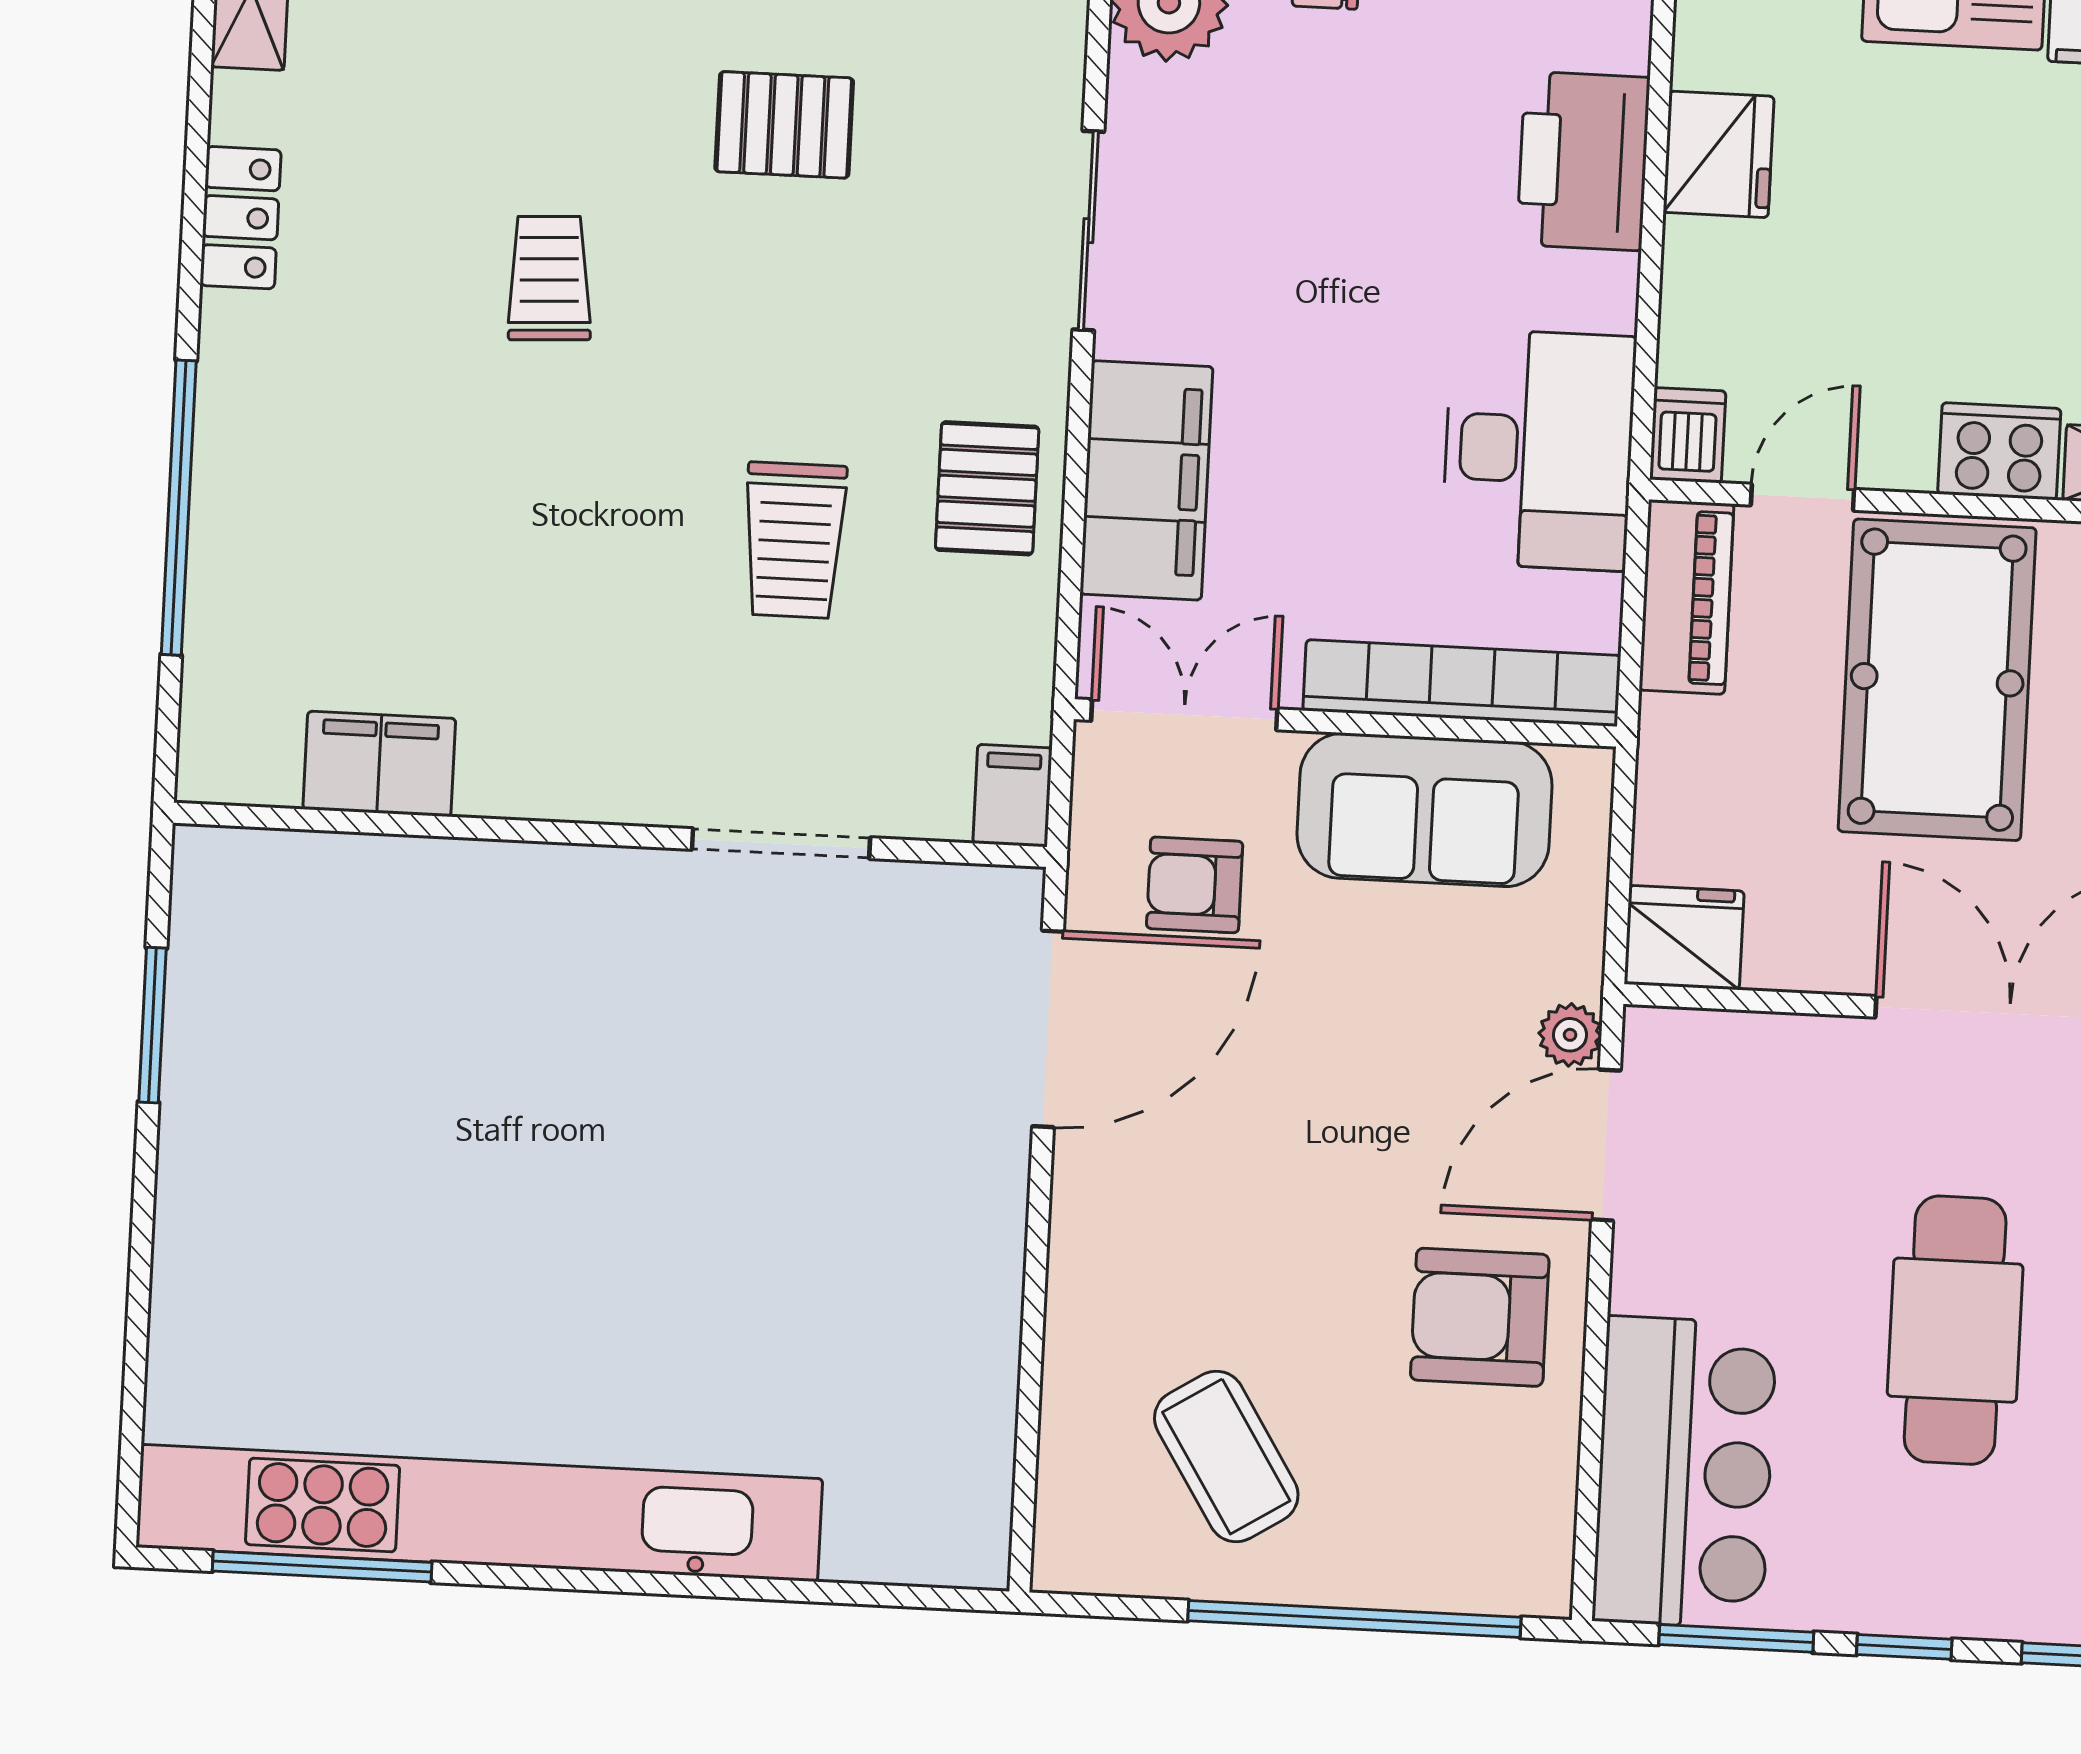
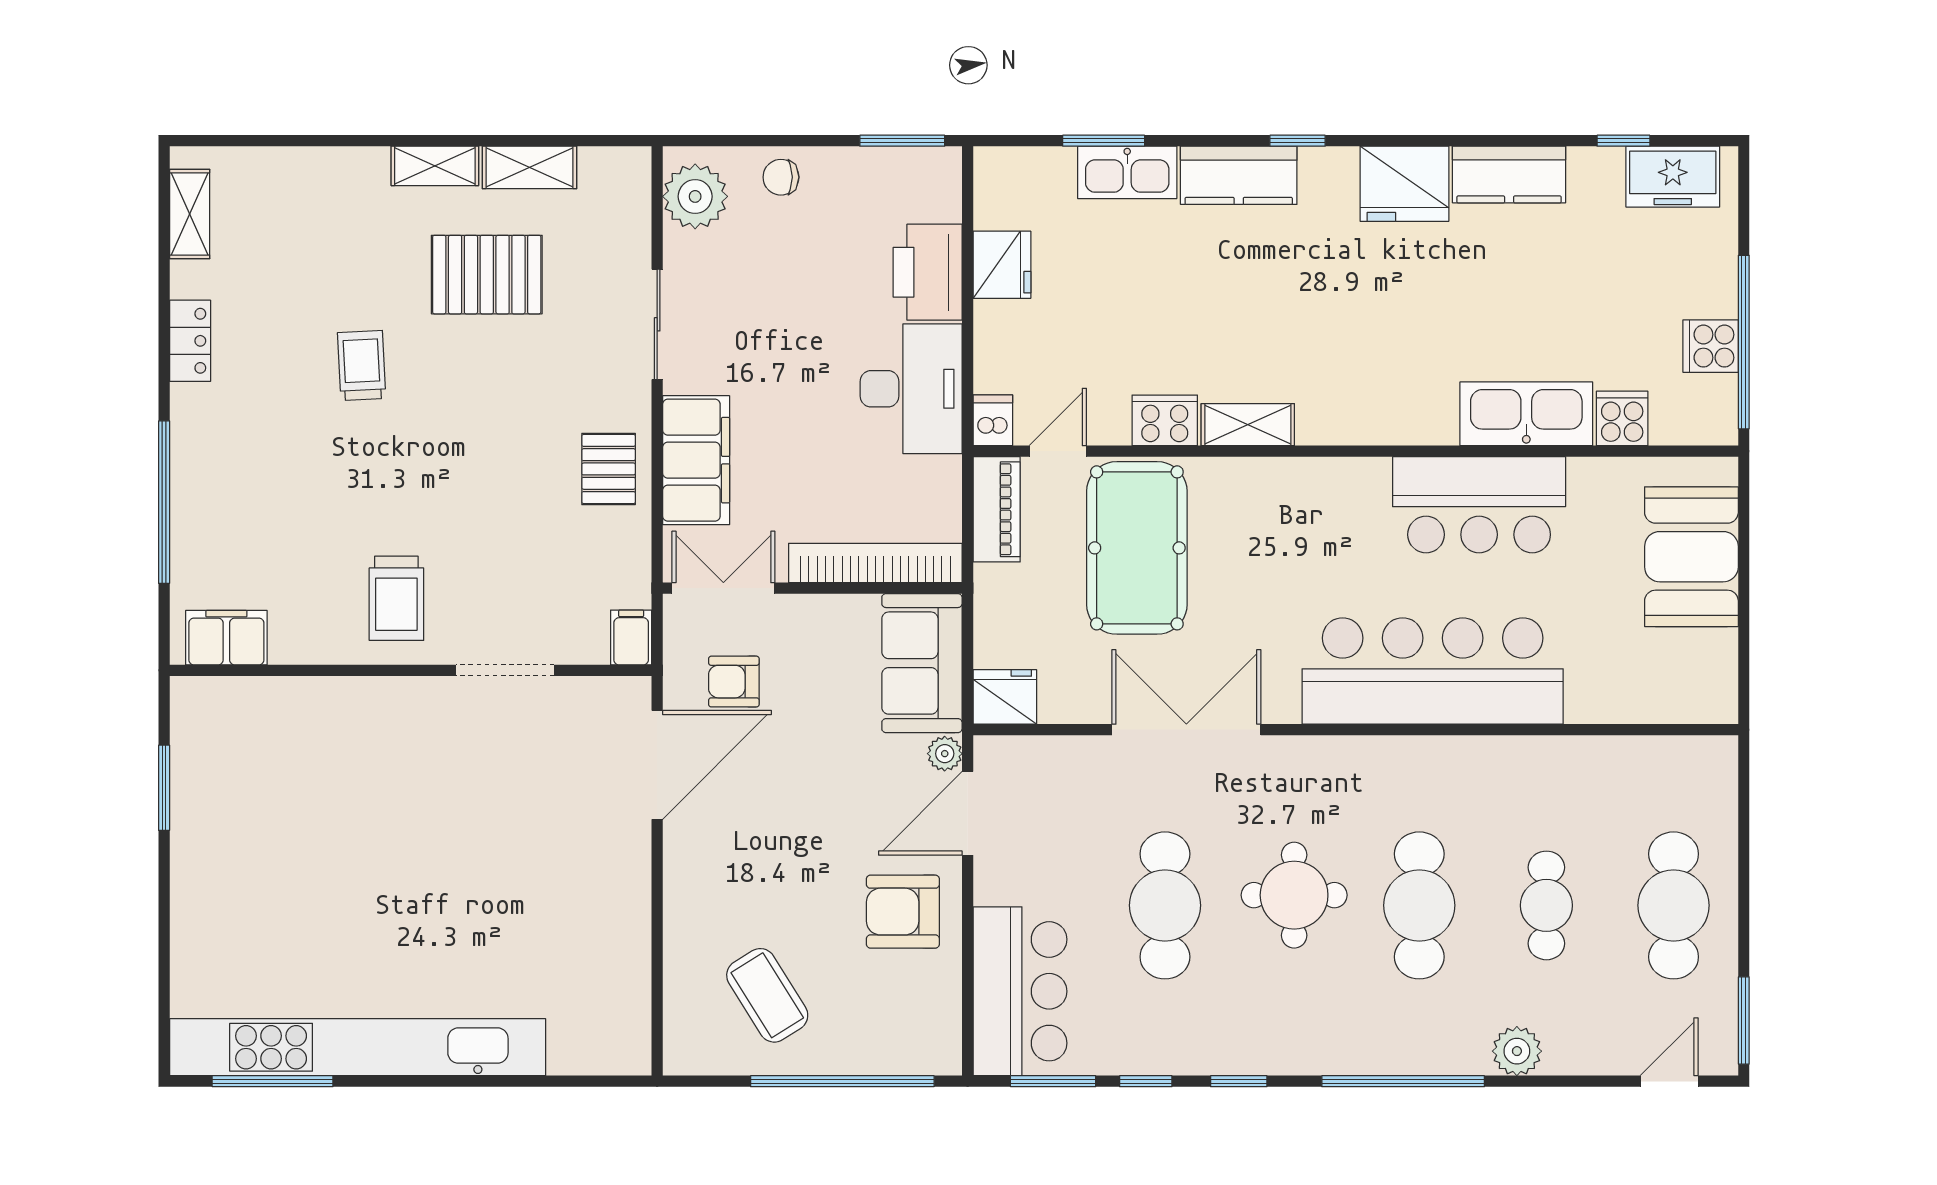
pallet: (784, 125) -> (487, 275), width x1.50, depth x1.42
desk: (1539, 450) -> (911, 389), moved
trolley: (794, 540) -> (396, 598), moved
filing cabinet: (379, 764) -> (226, 638), moved
sofa: (1424, 810) -> (922, 663), moved, turned 90

